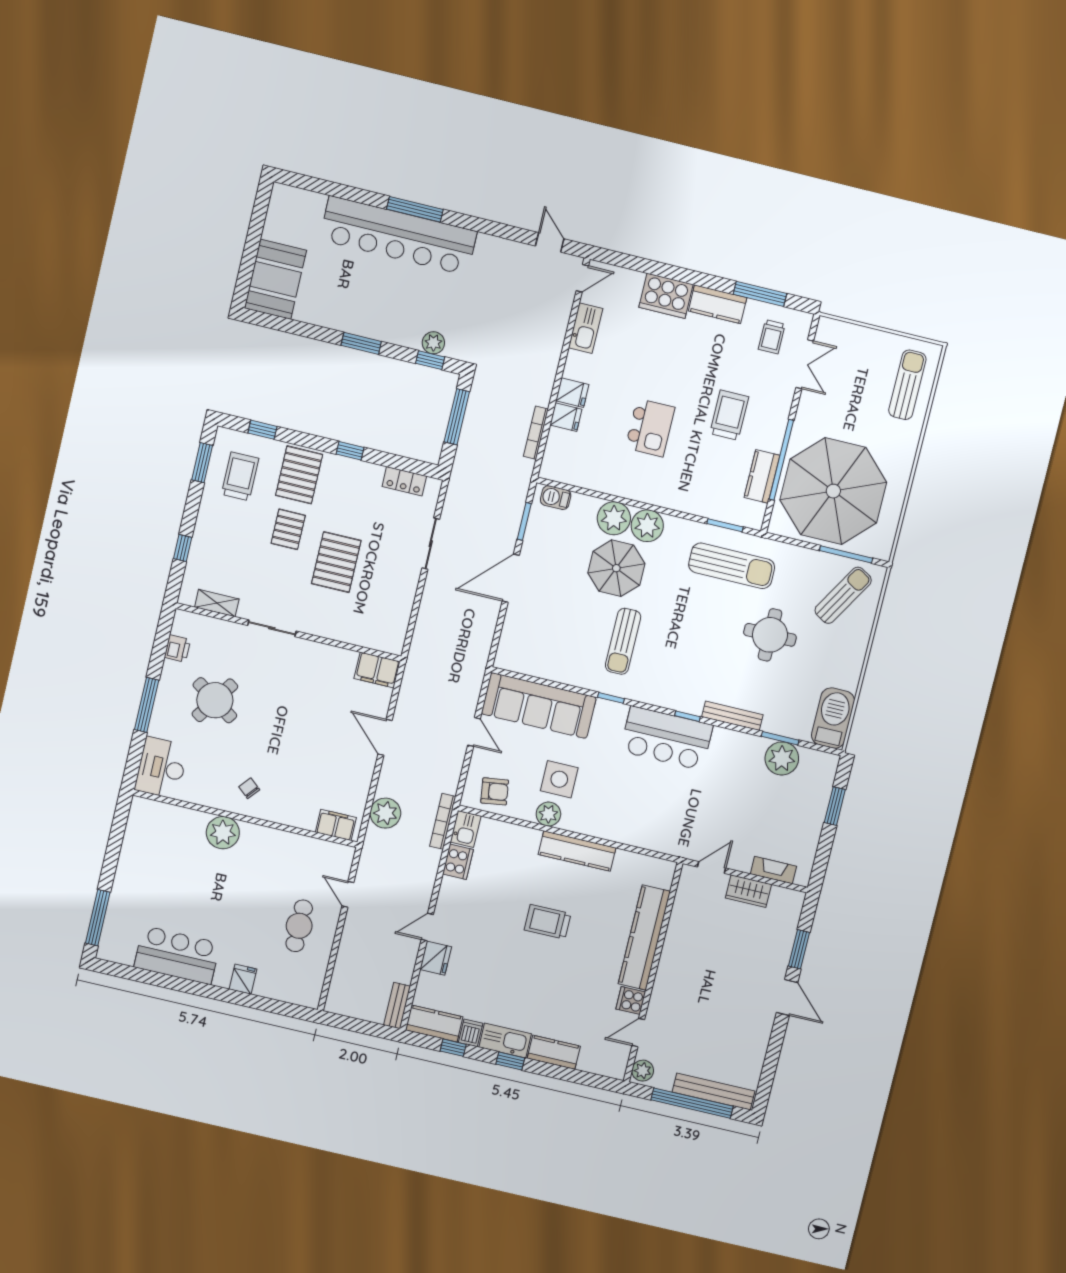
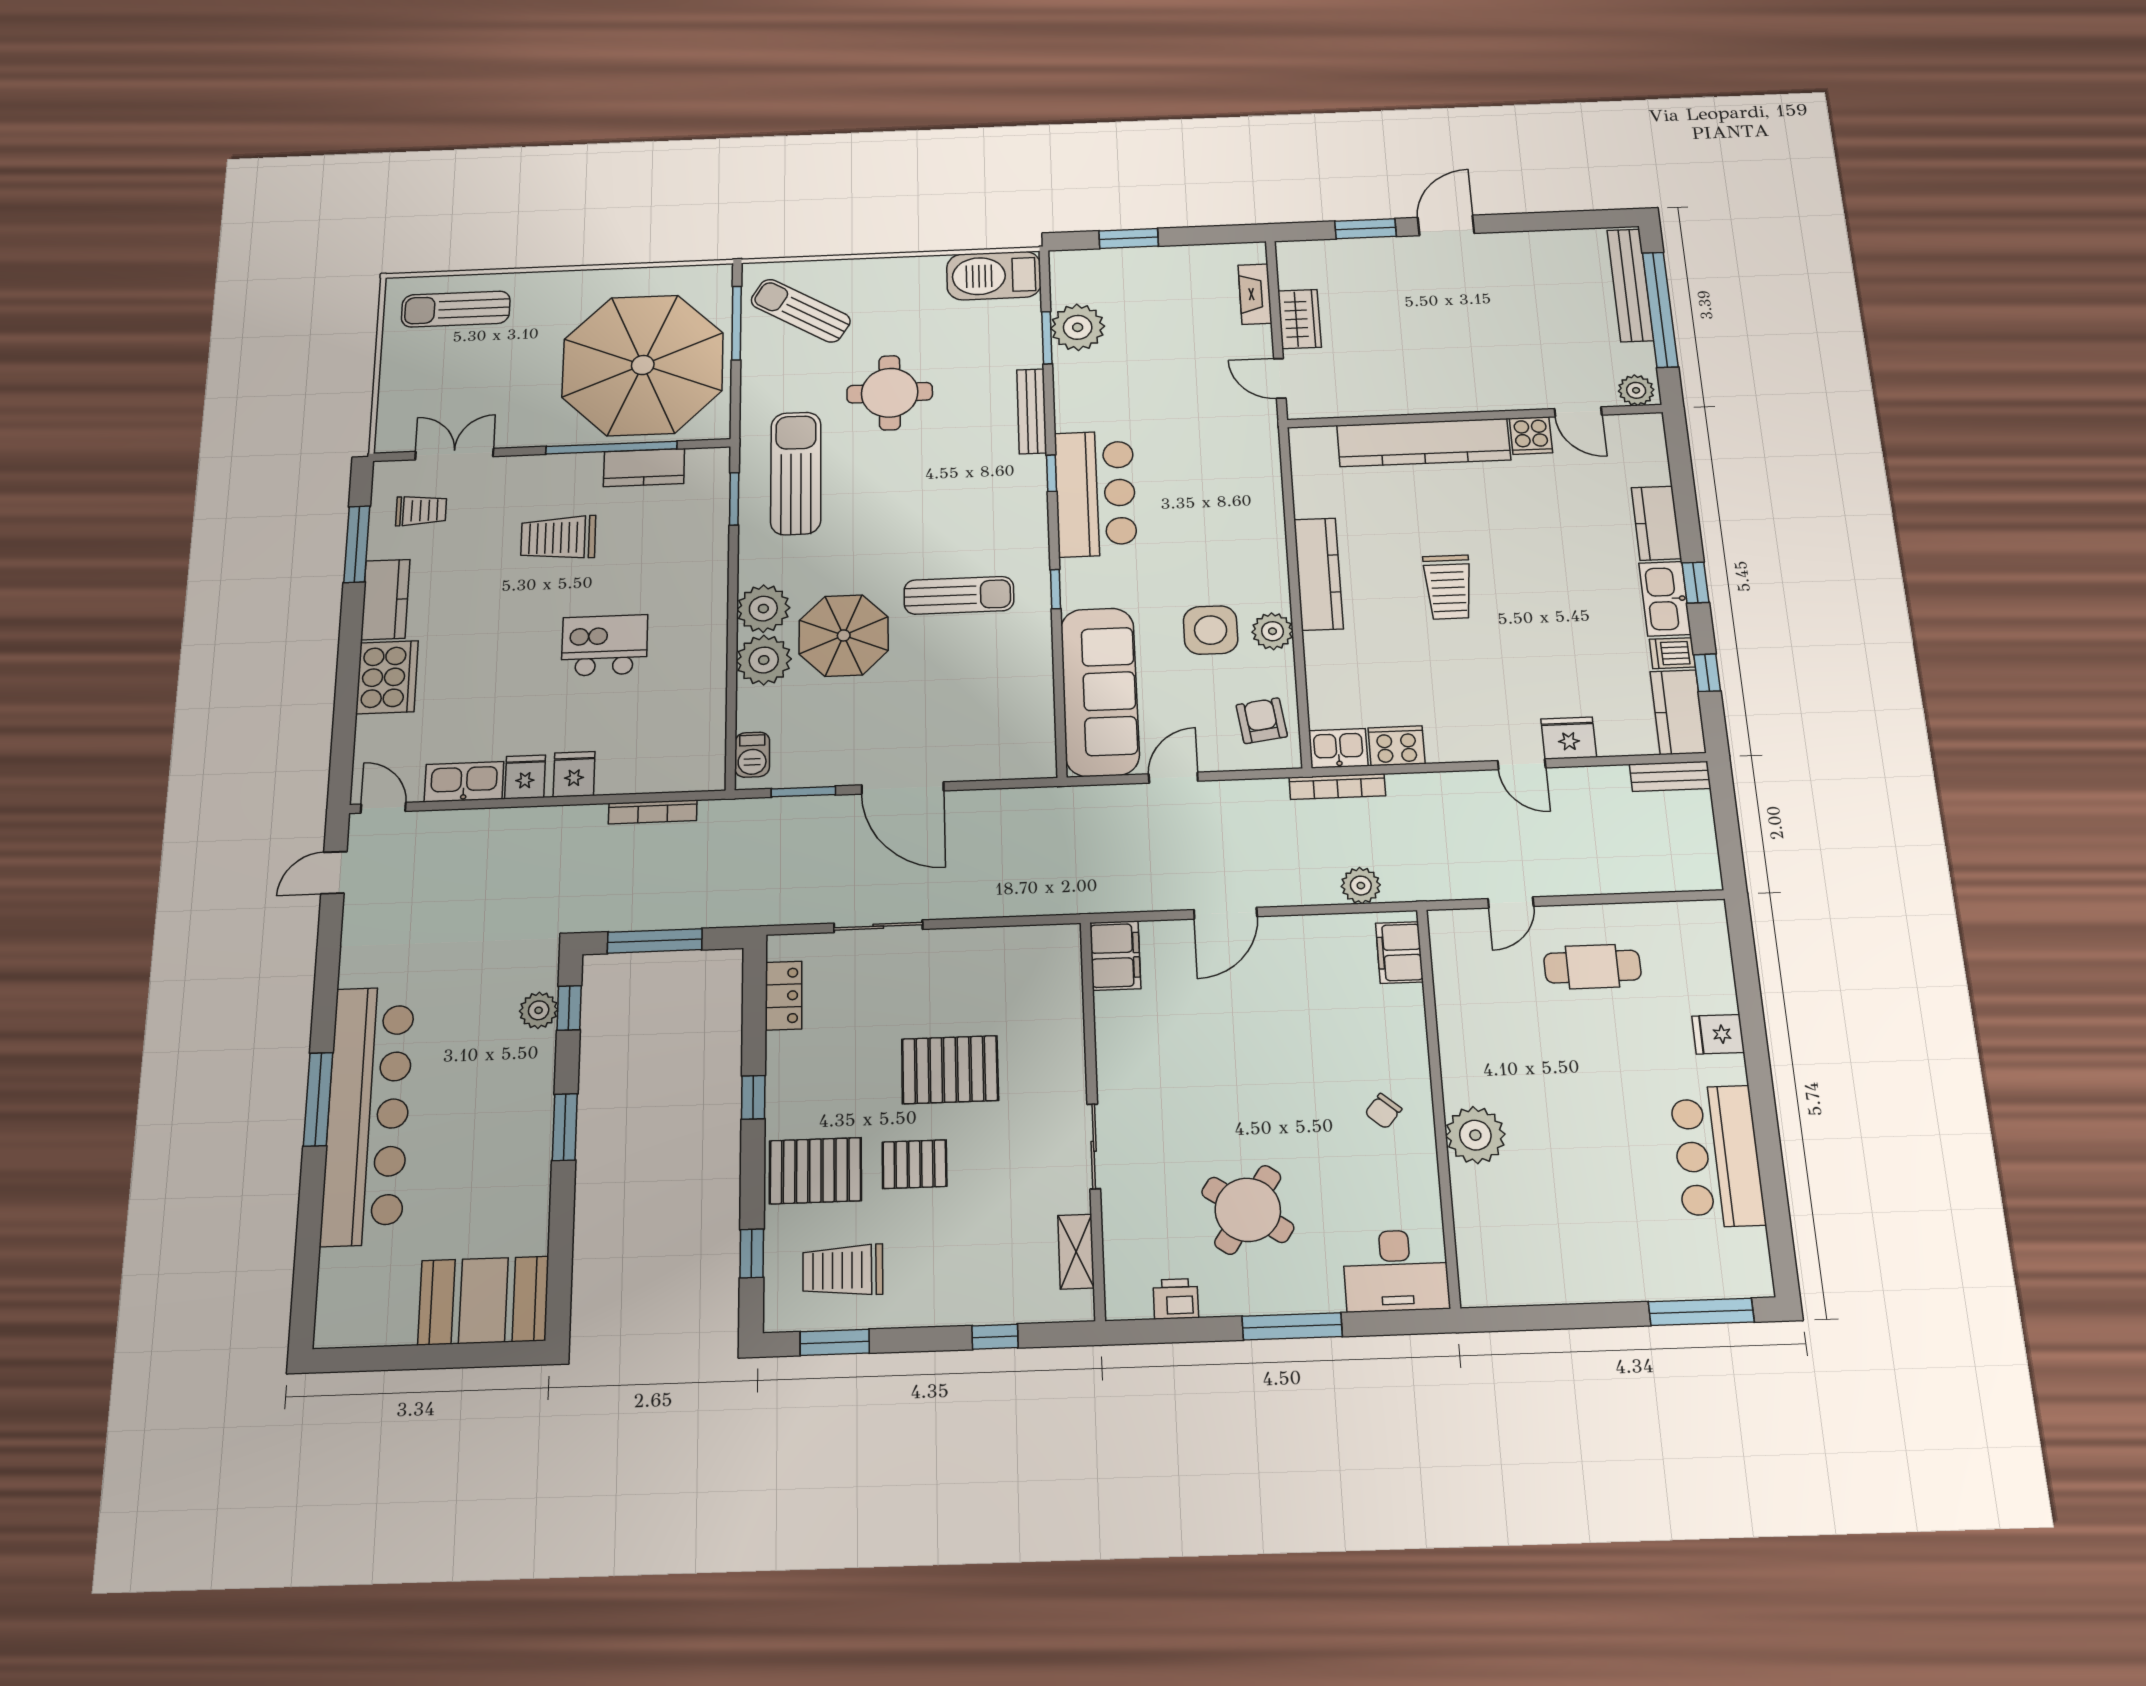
fridge: (566, 417) -> (525, 777), moved
plant: (385, 813) -> (1361, 886), width x0.73, depth x0.73

